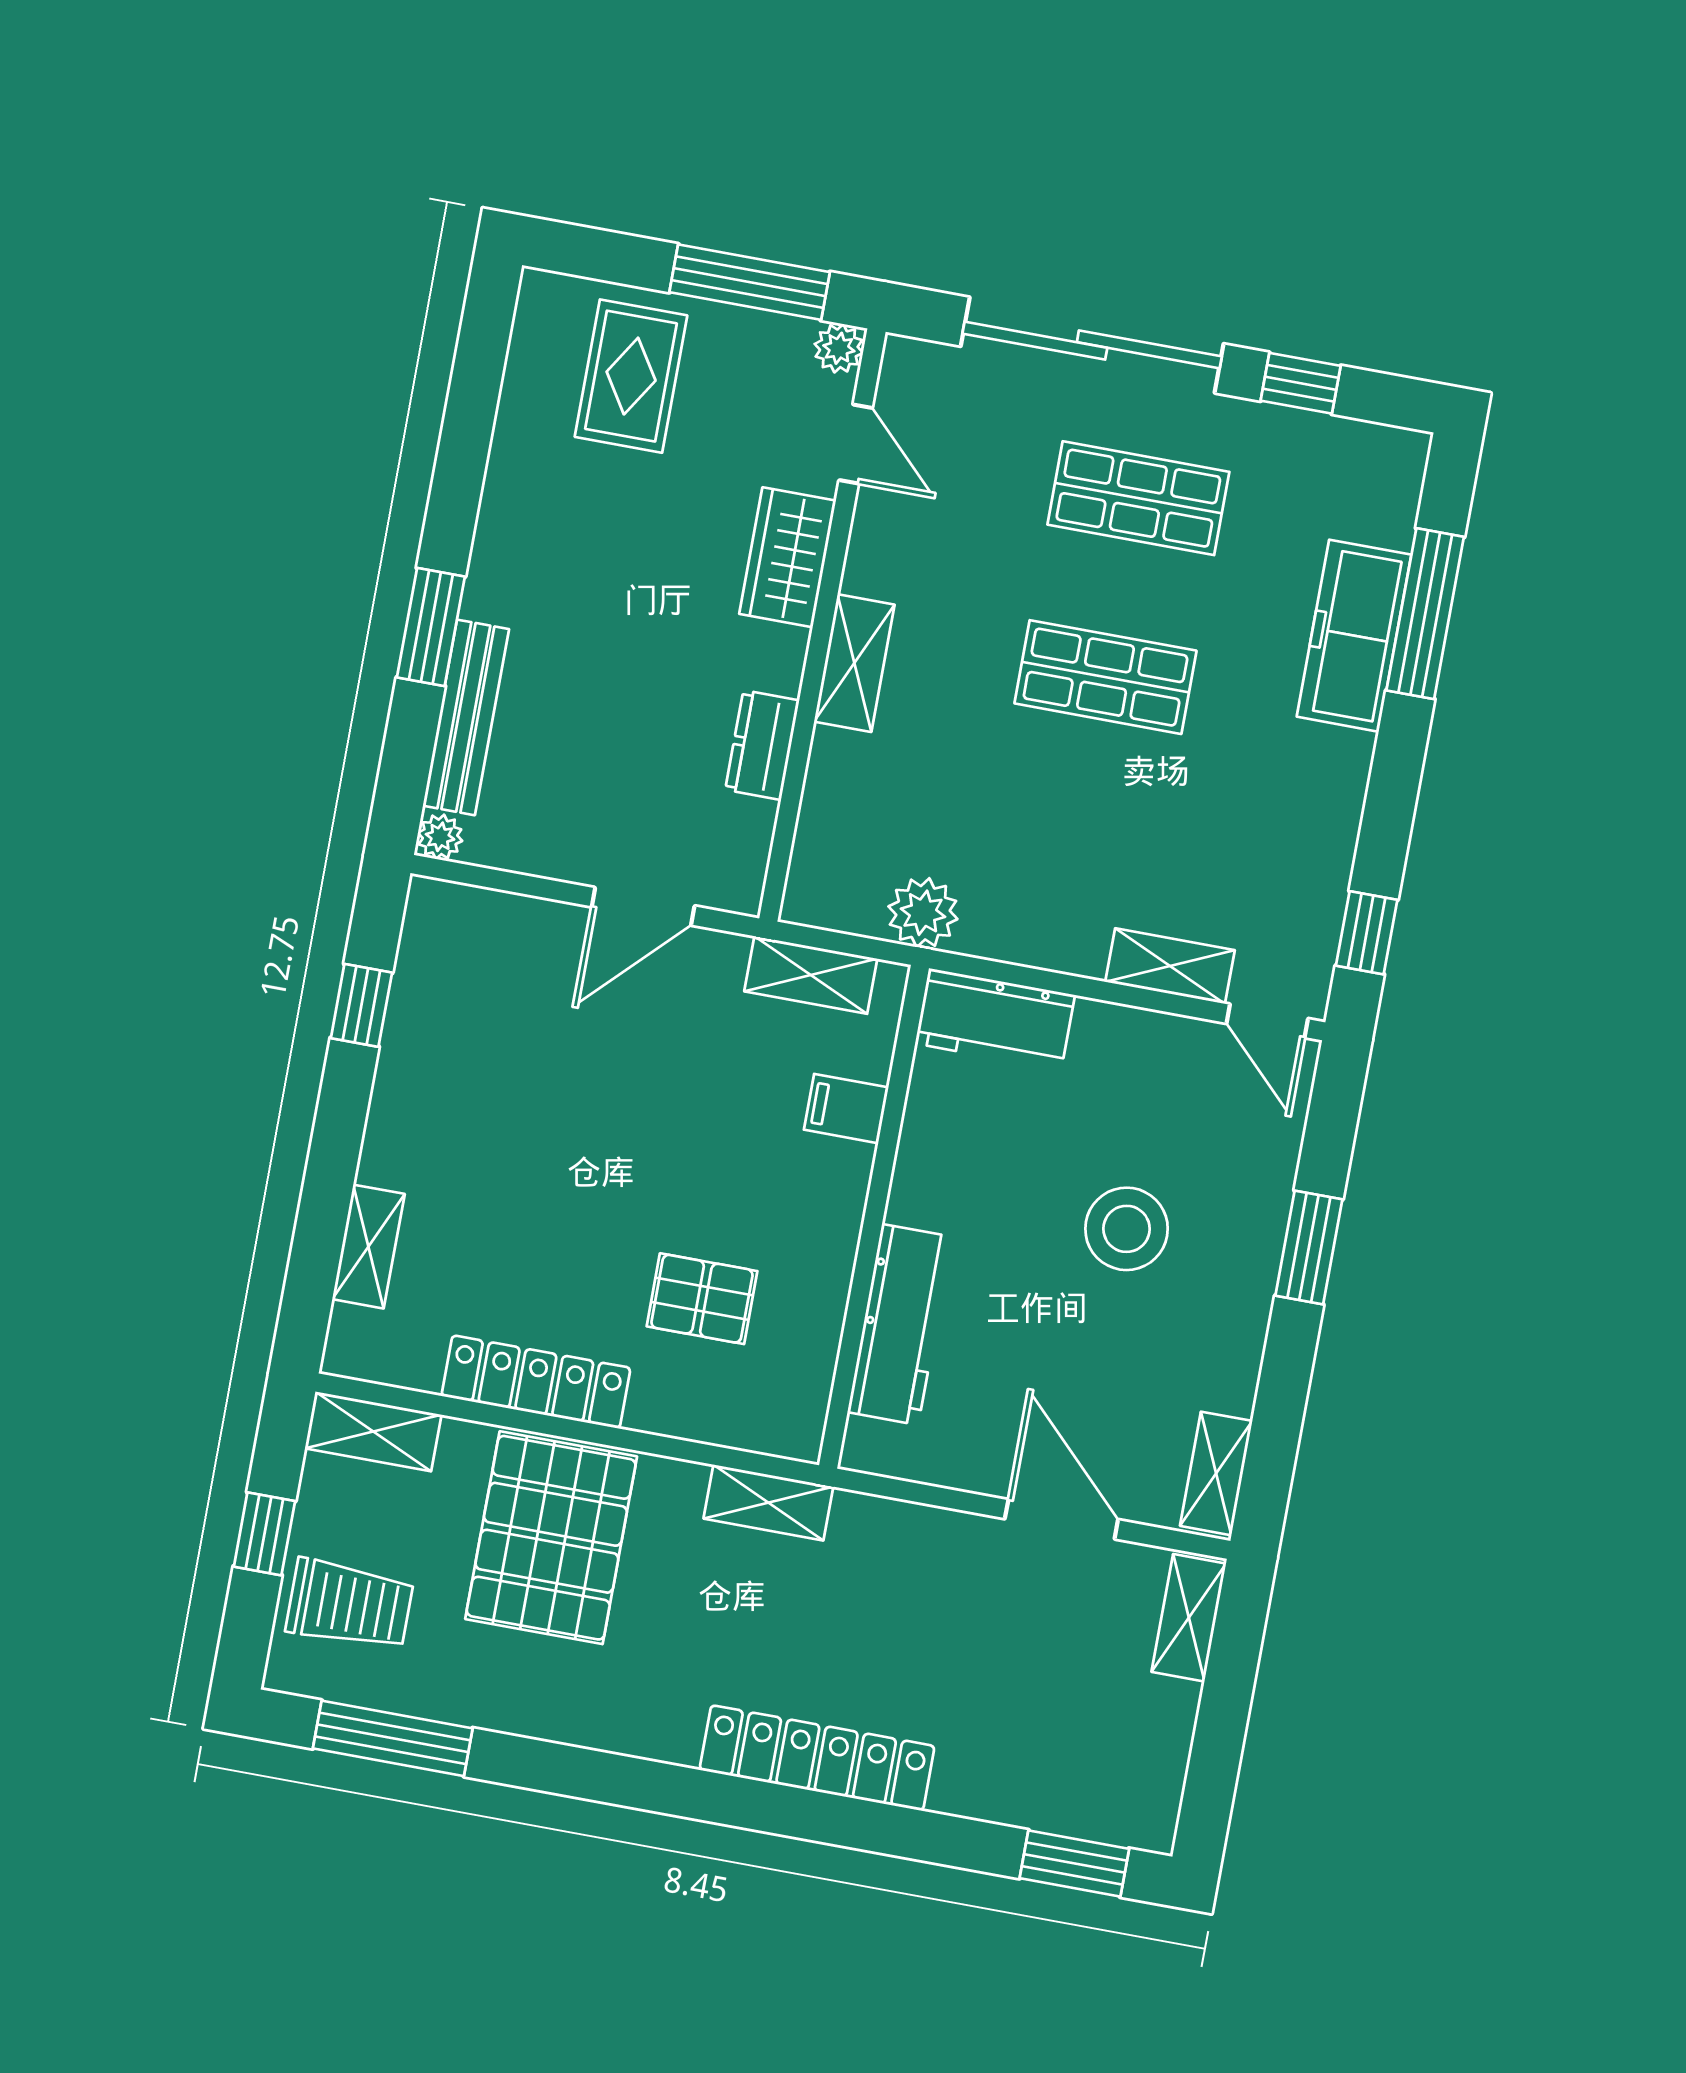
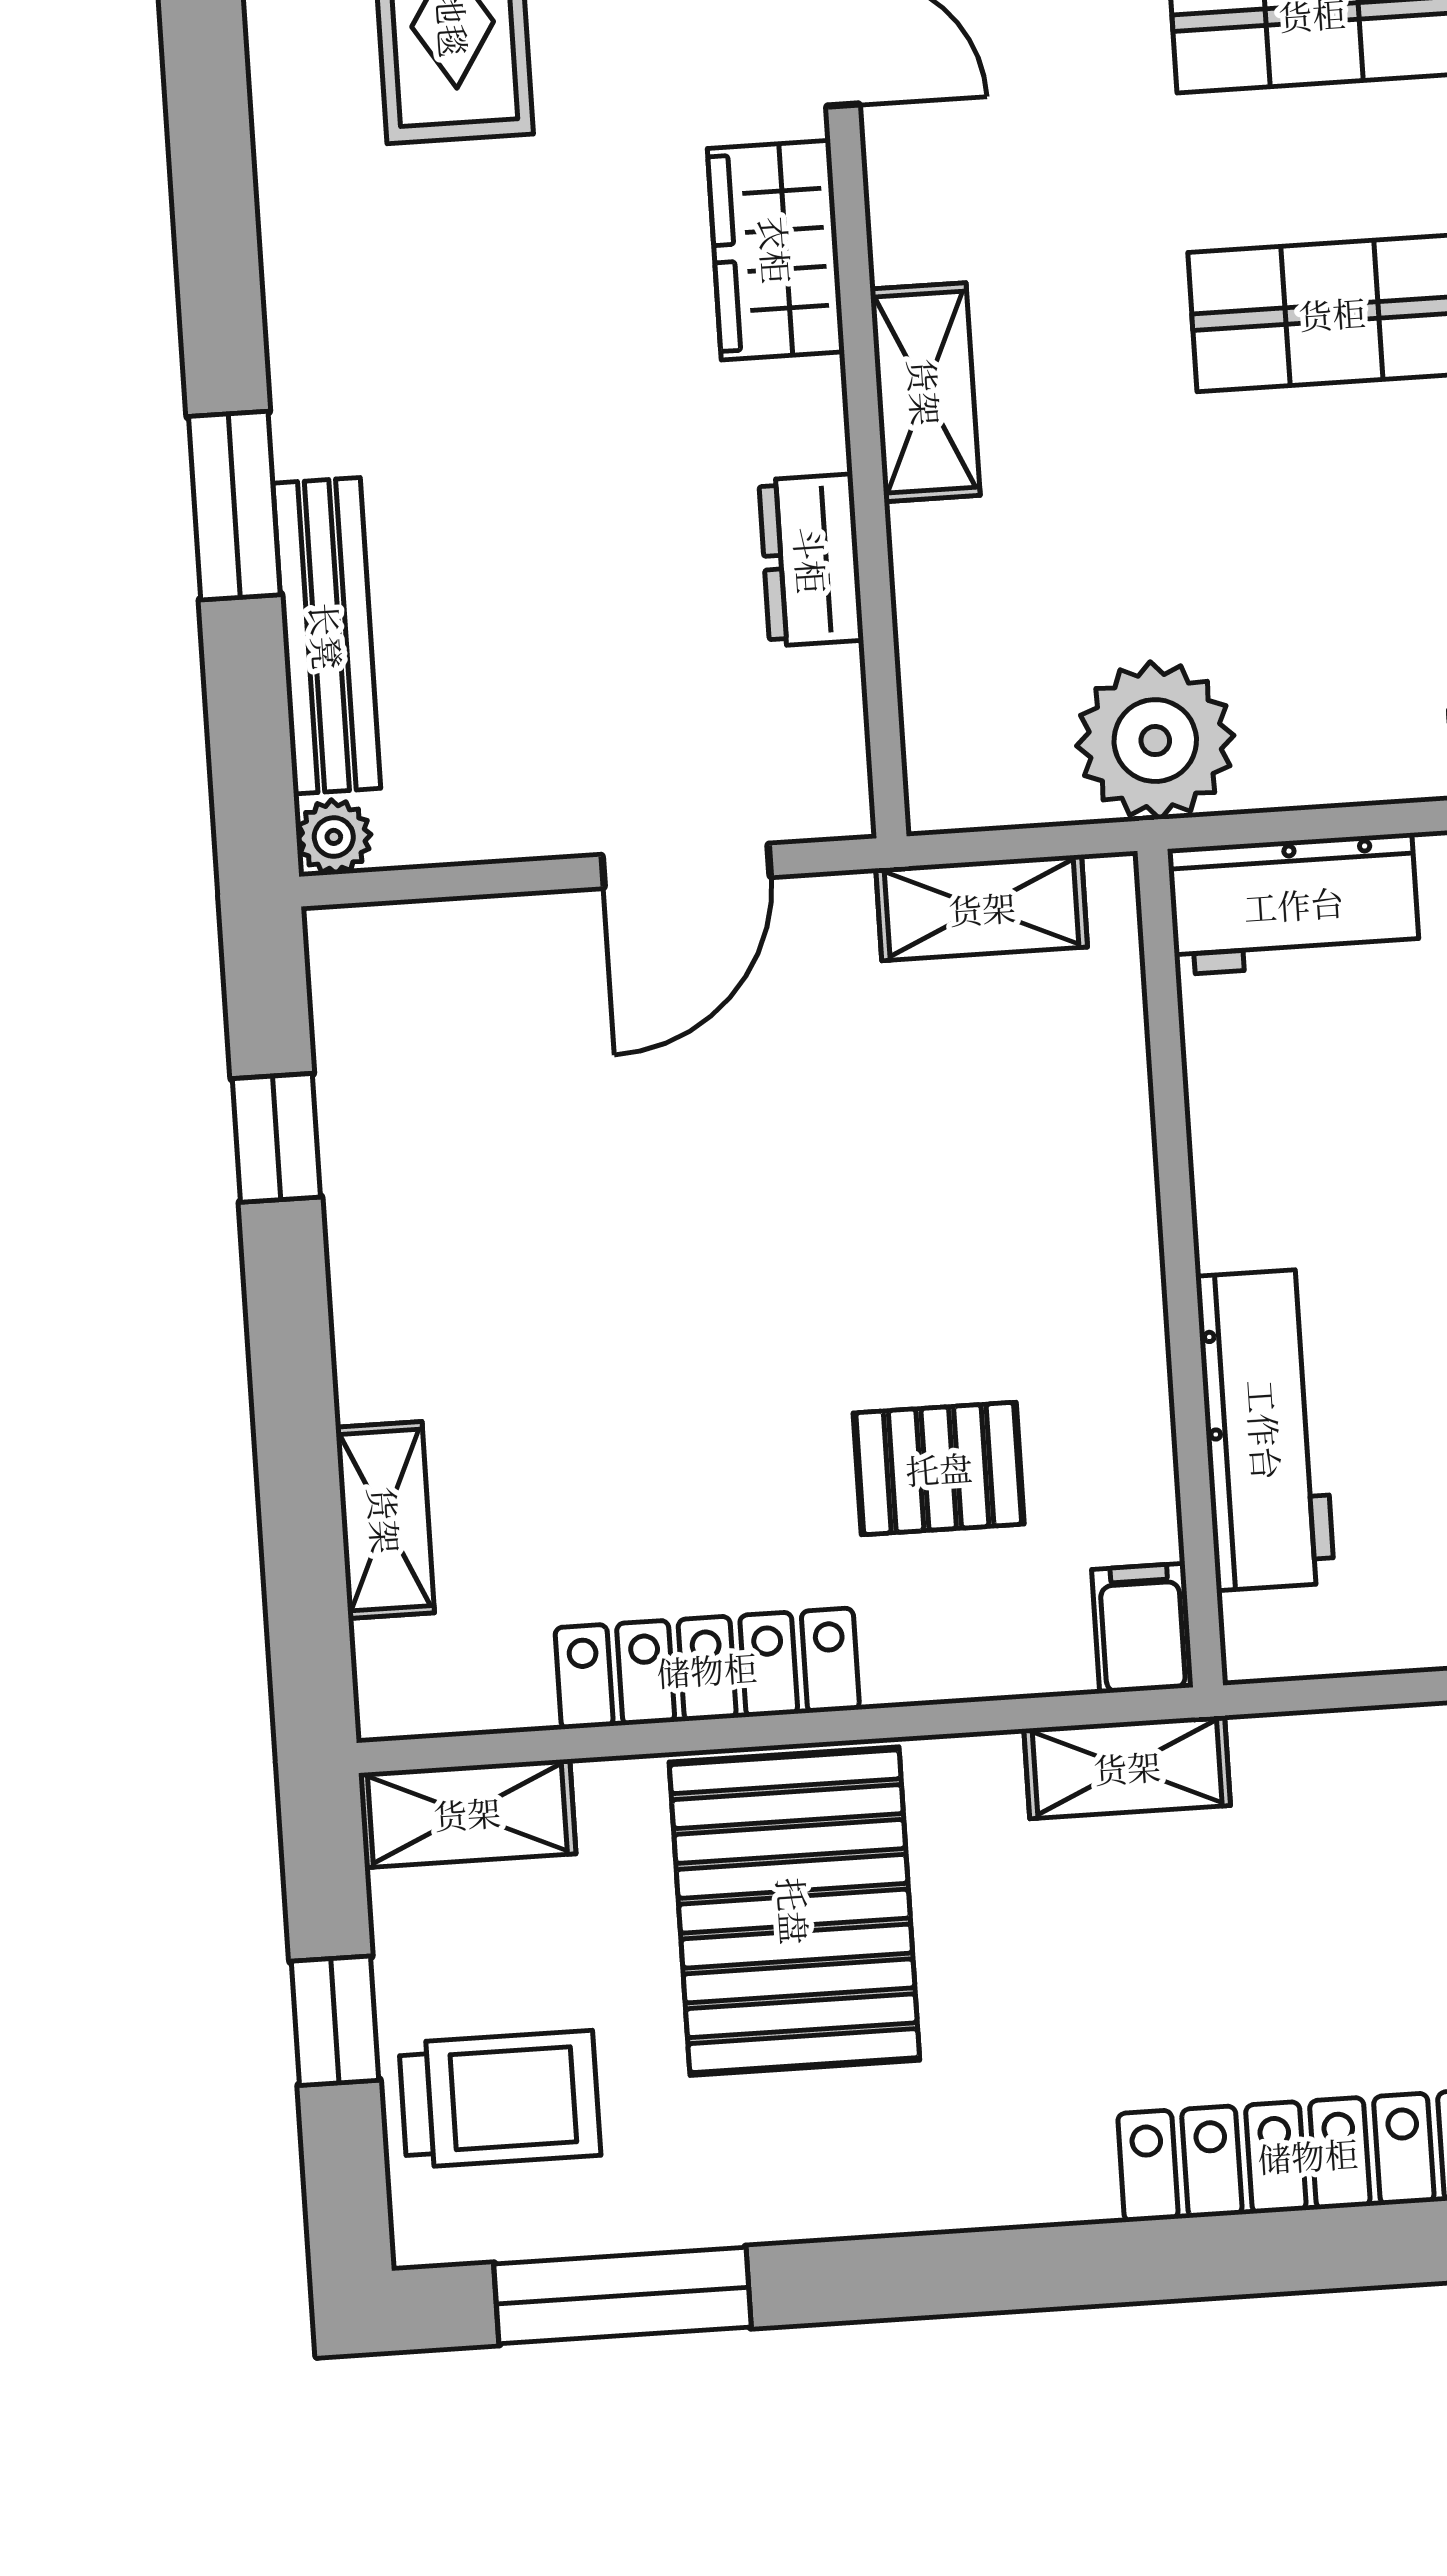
plant: (923, 913) -> (1155, 741), width x1.36, depth x1.36
filing cabinet: (846, 1109) -> (1142, 1628), moved, turned 90

